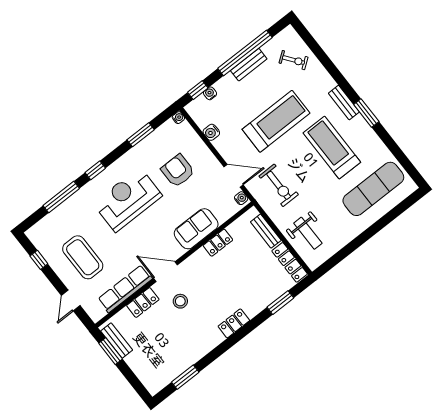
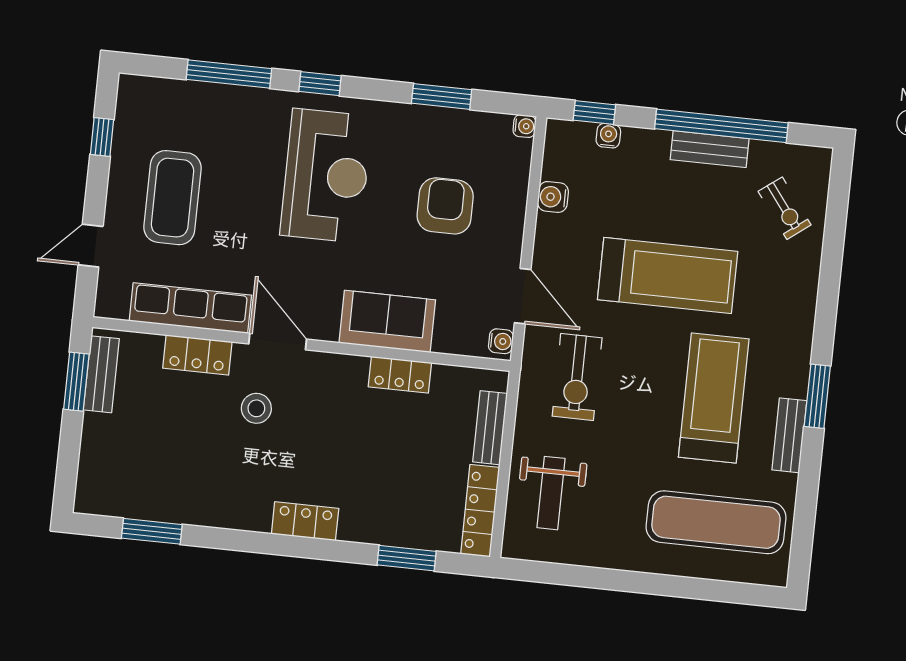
bench: (344, 103) -> (789, 435), moved
reception desk: (128, 200) -> (326, 176), turned 90

